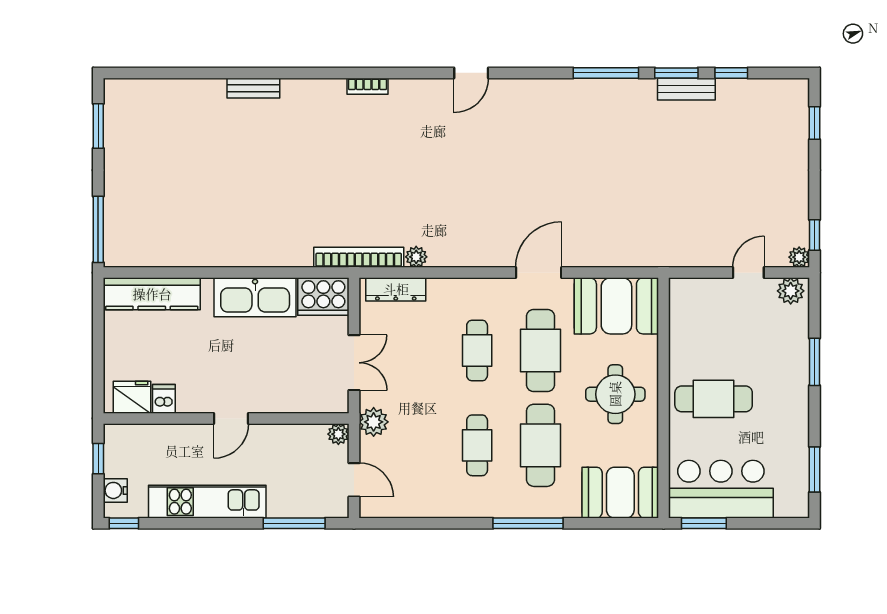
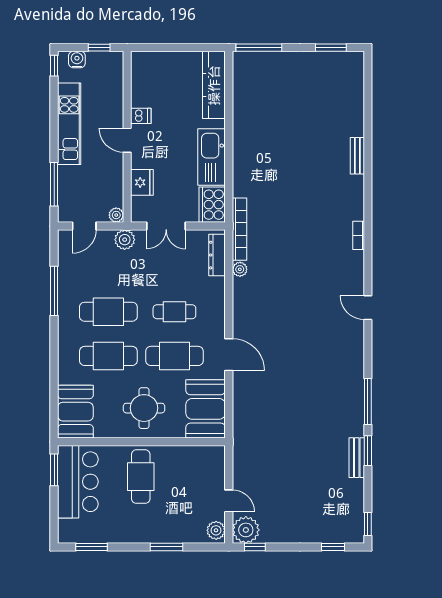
window: (731, 73) -> (368, 524), moved
plant: (799, 257) -> (246, 530), width x1.87, depth x1.87
fridge: (132, 397) -> (142, 182), moved
dishwasher: (164, 399) -> (141, 116), moved
cafe table: (477, 445) -> (108, 312), width x1.37, depth x1.35
window: (528, 523) -> (54, 291), moved

